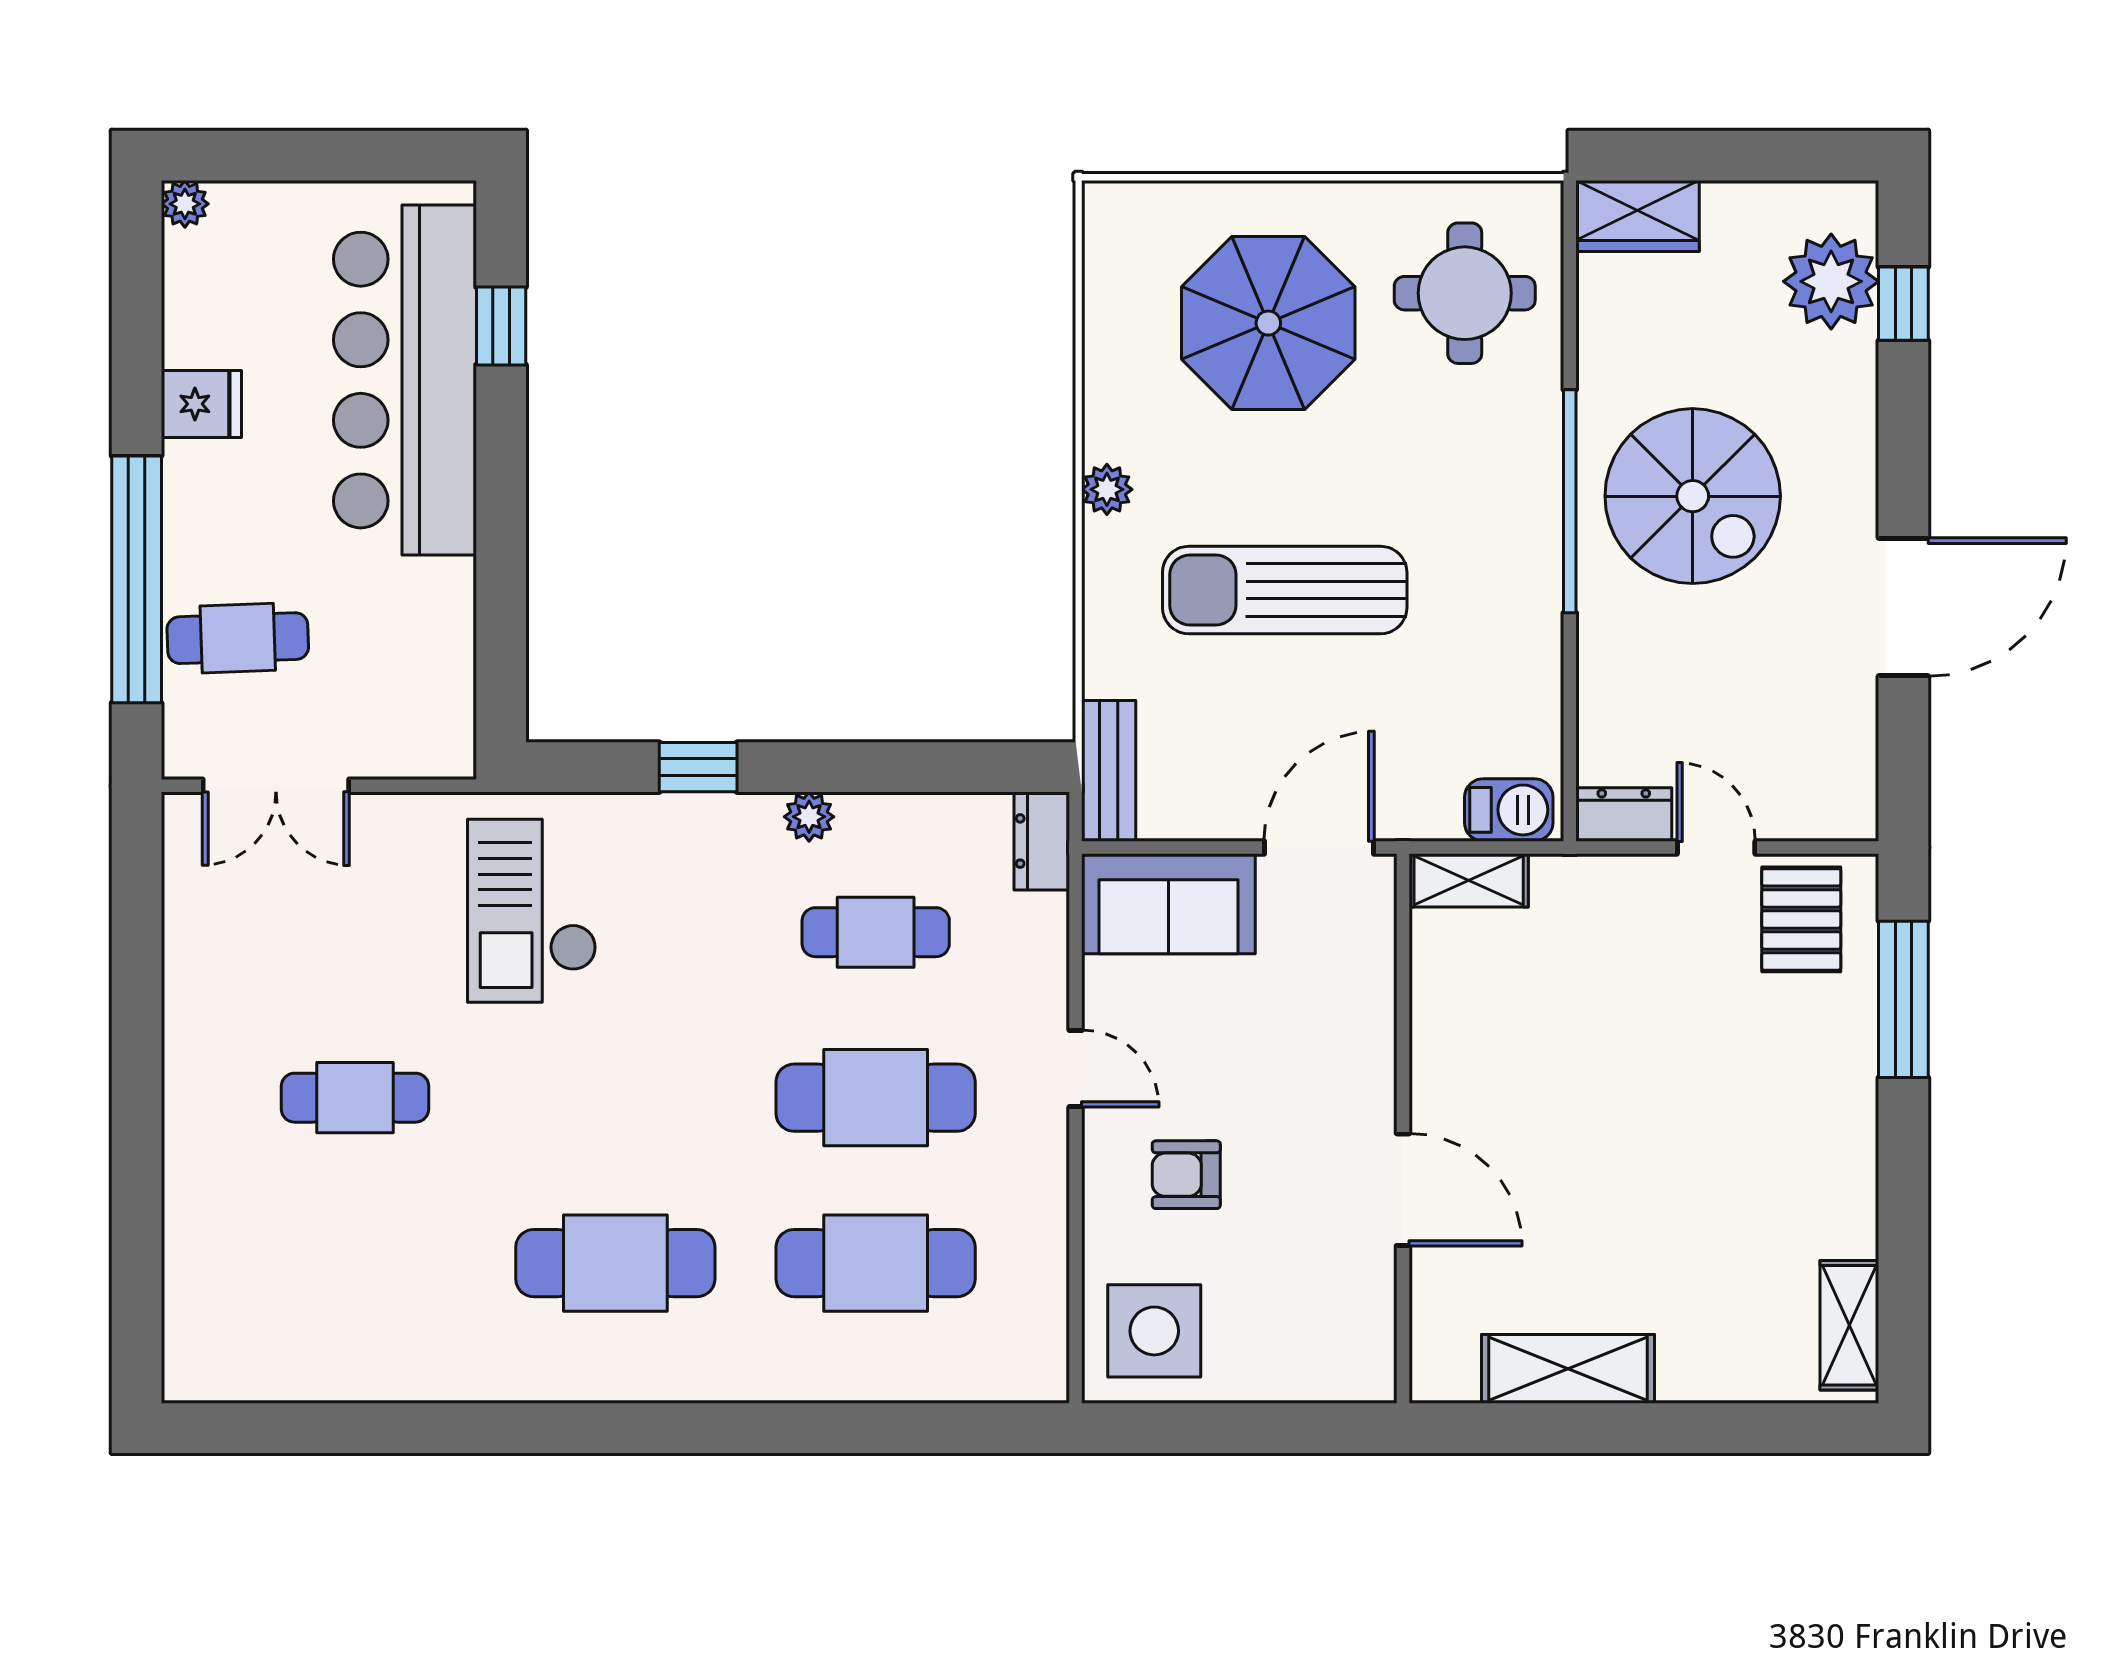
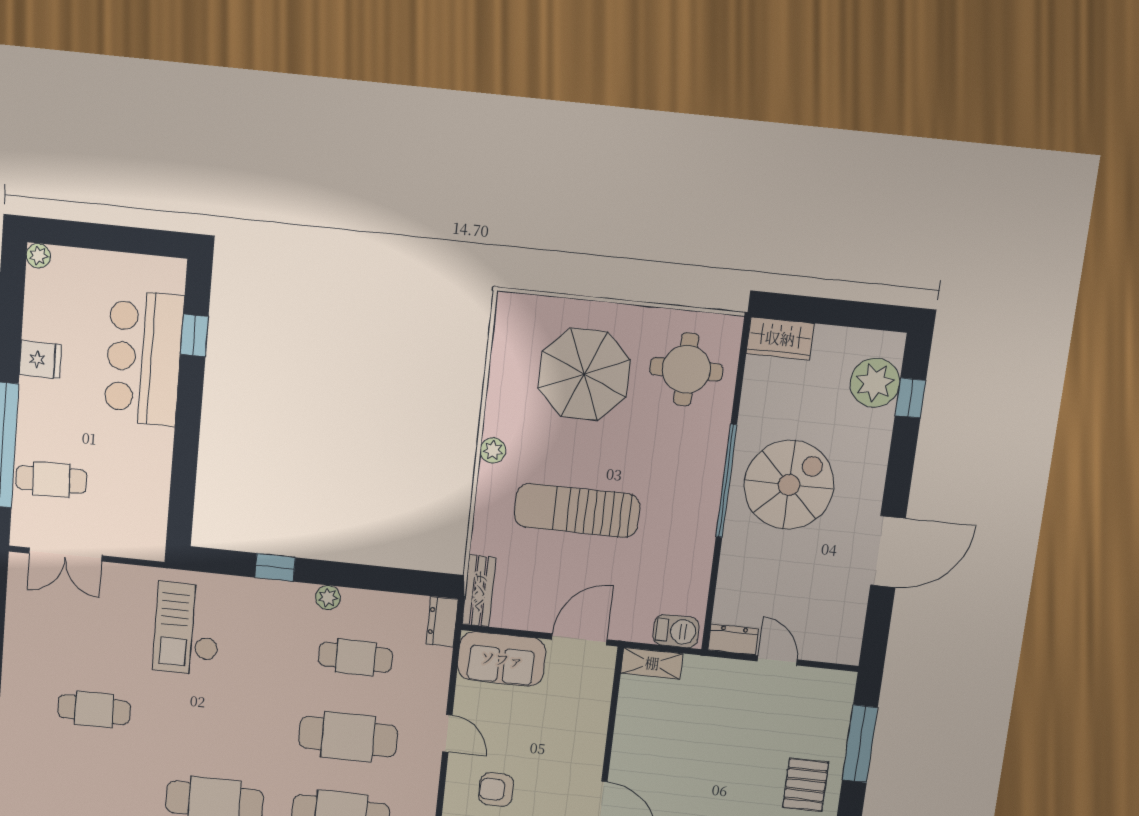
bar counter: (405, 380) -> (144, 358), width x0.73
spiral stairs: (1693, 496) -> (789, 485), turned -90
pallet: (1801, 919) -> (806, 785), moved

